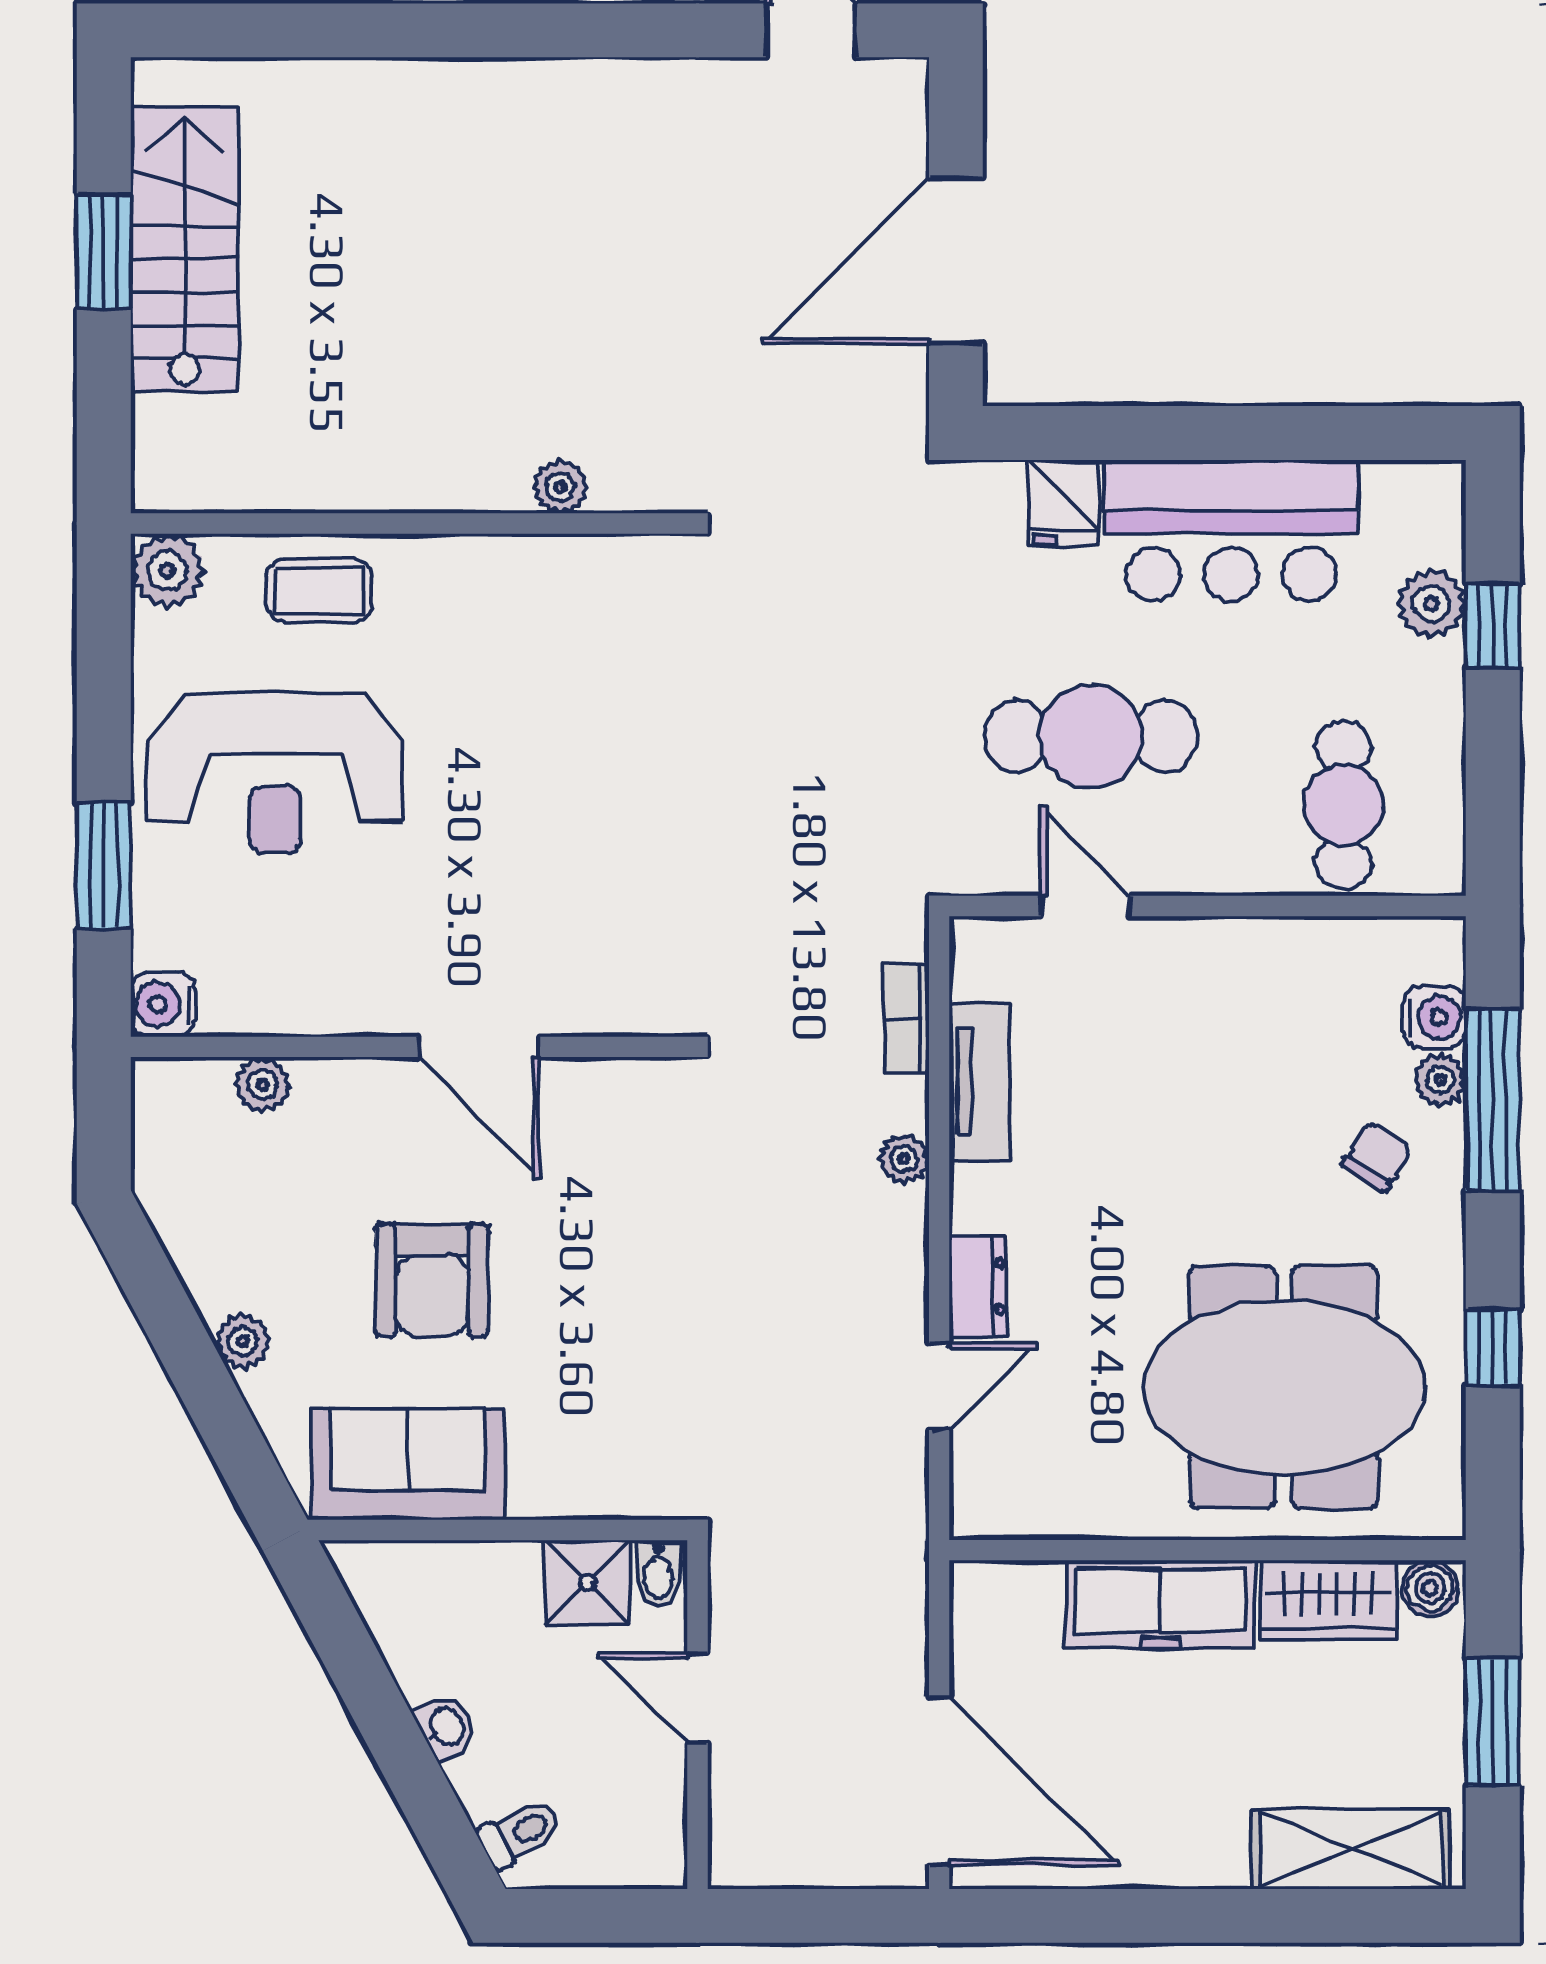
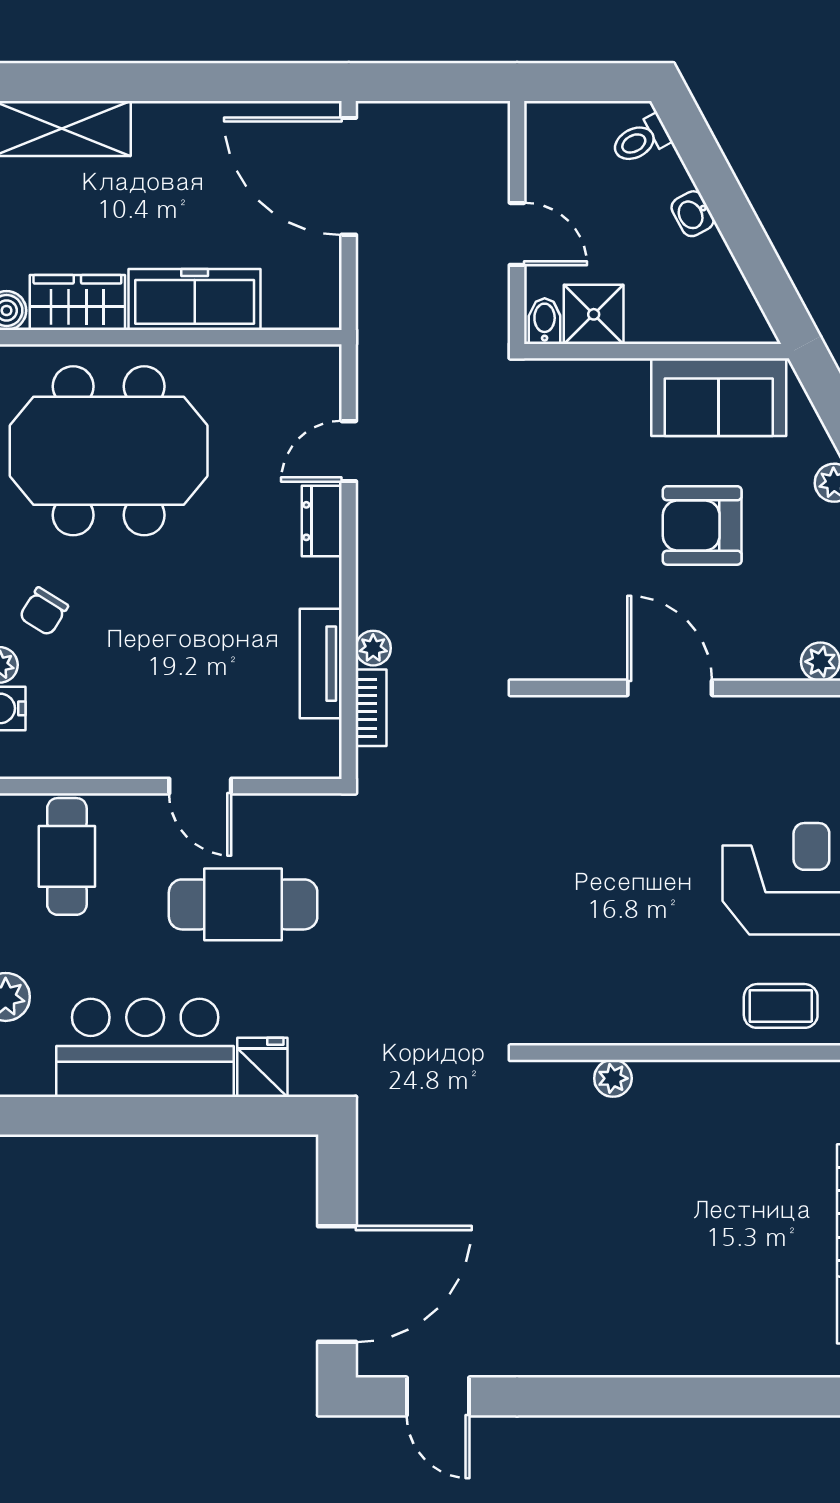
door: (956, 261) -> (337, 1284), moved
door: (1085, 906) -> (200, 786), moved
plant: (904, 1159) -> (373, 648), moved
armchair: (432, 1280) -> (702, 525), turned -90

